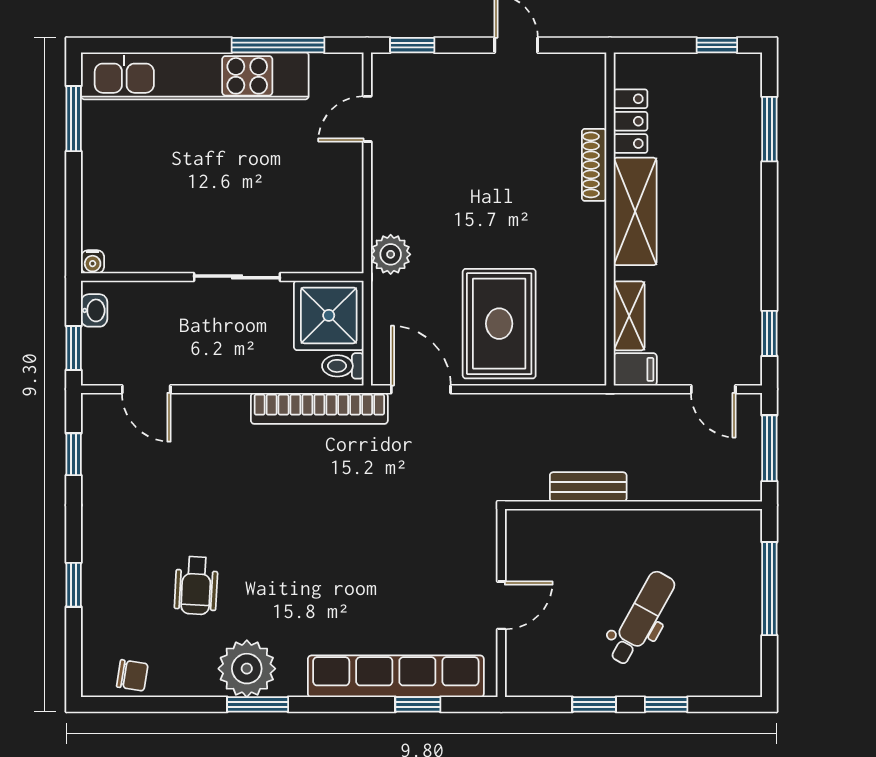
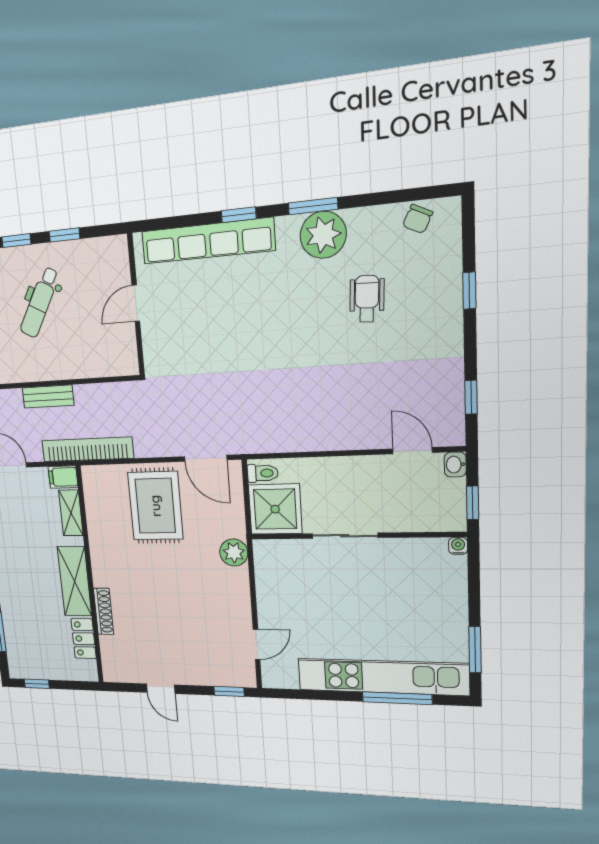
window: (278, 45) -> (397, 698), moved
washbasin: (94, 310) -> (455, 464), moved
window: (74, 348) -> (473, 503), moved
bookcase: (319, 408) -> (87, 449), moved
bench: (588, 487) -> (48, 397), moved
chair: (132, 675) -> (418, 219), turned -73
window: (418, 704) -> (239, 215), moved

